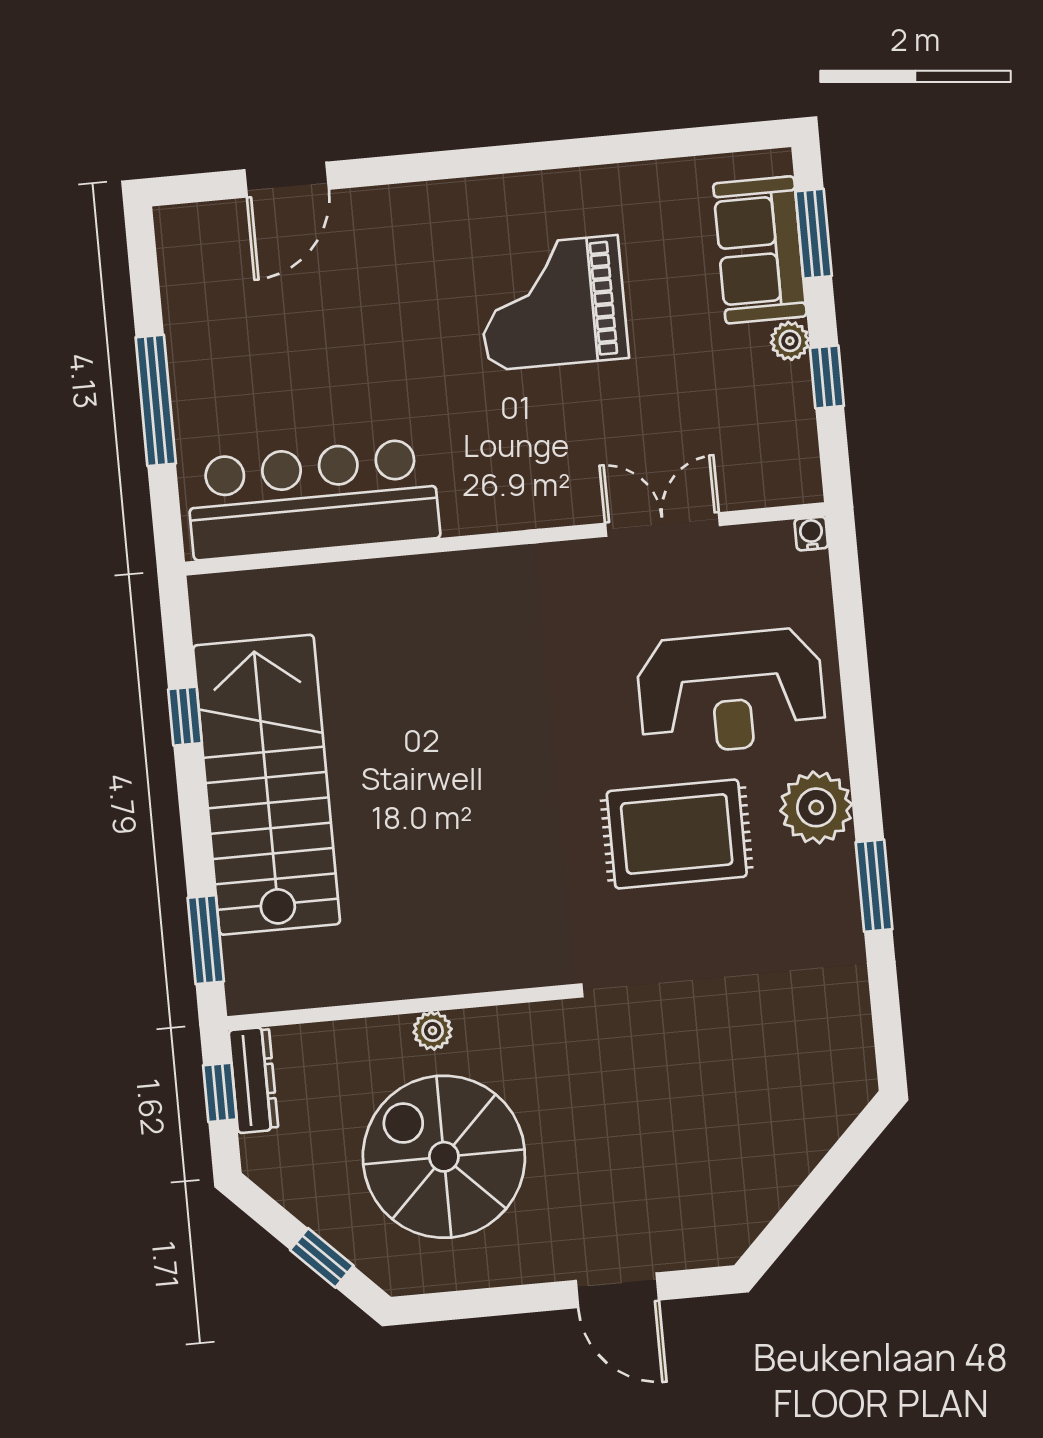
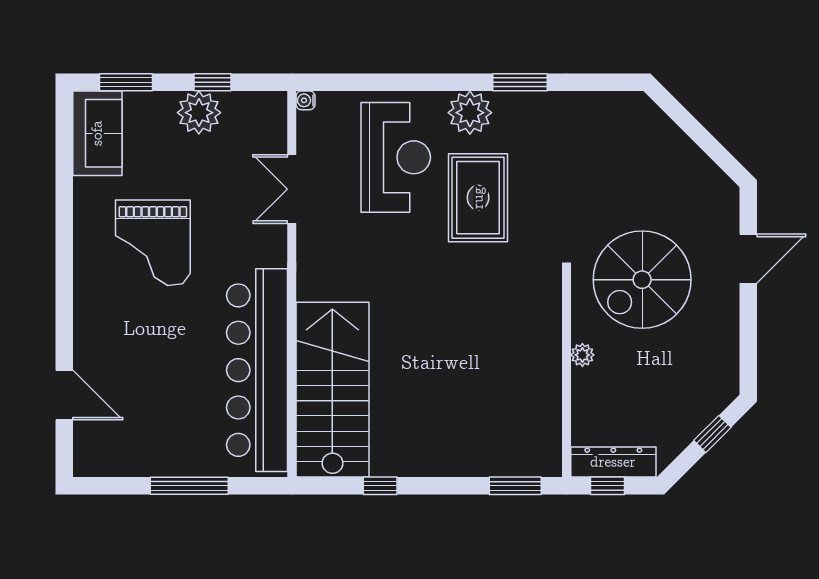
sofa: (760, 250) -> (97, 133), moved, turned -90
plant: (790, 341) -> (199, 113), width x1.88, depth x1.88
bar counter: (313, 499) -> (257, 370), width x1.36
stairs: (267, 785) -> (332, 390), moved, turned 90
dresser: (253, 1080) -> (613, 462), width x1.37, depth x1.24
spiral stairs: (444, 1157) -> (642, 280), moved

